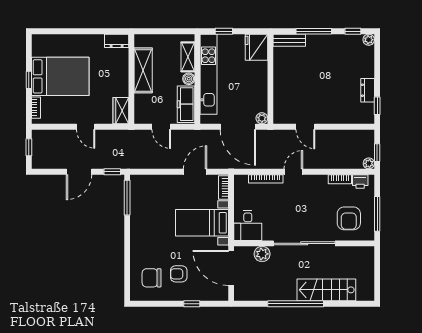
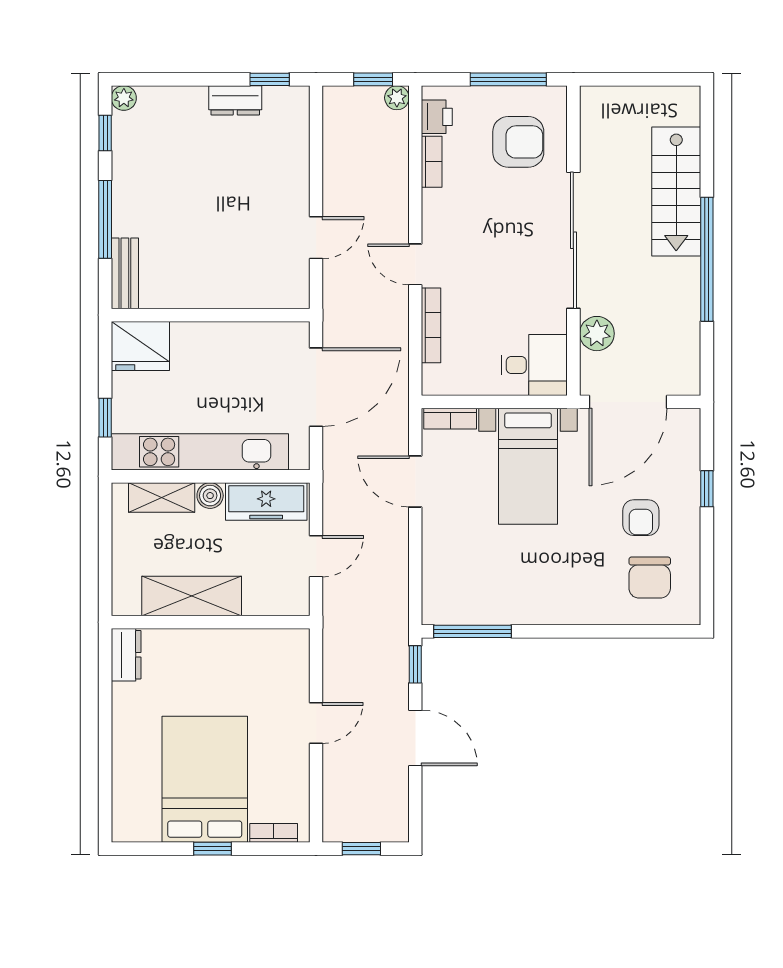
wardrobe: (121, 111) -> (280, 645), removed
plant: (262, 118) -> (297, 334), removed

